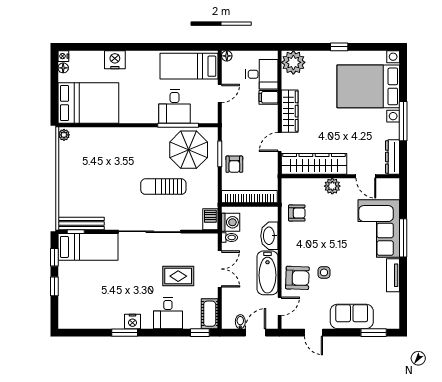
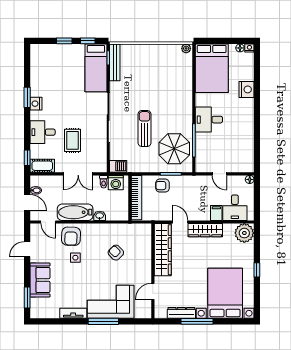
bed: (189, 66) -> (241, 149), removed
desk: (175, 107) -> (209, 120), moved
dresser: (393, 157) -> (181, 313), moved
plant: (332, 186) -> (145, 264), removed
armchair: (297, 213) -> (116, 253), moved, turned 136
washbasin: (269, 236) -> (100, 216), width x0.52, depth x0.69

